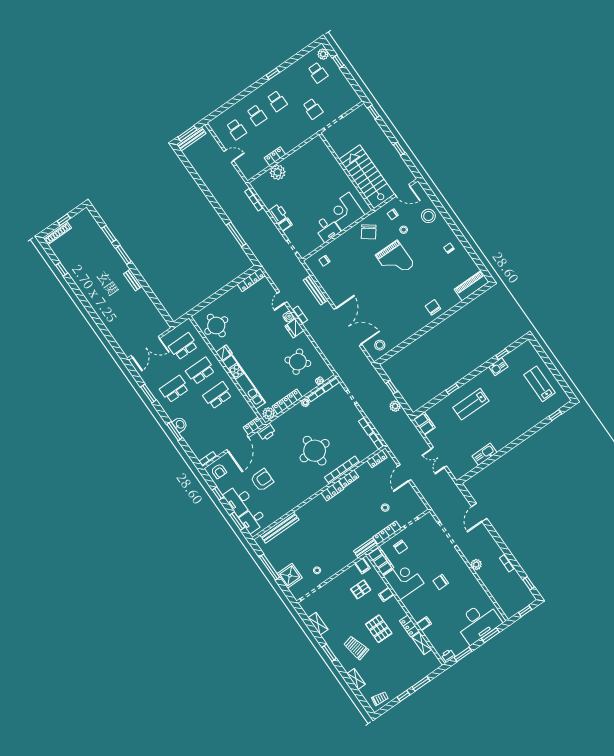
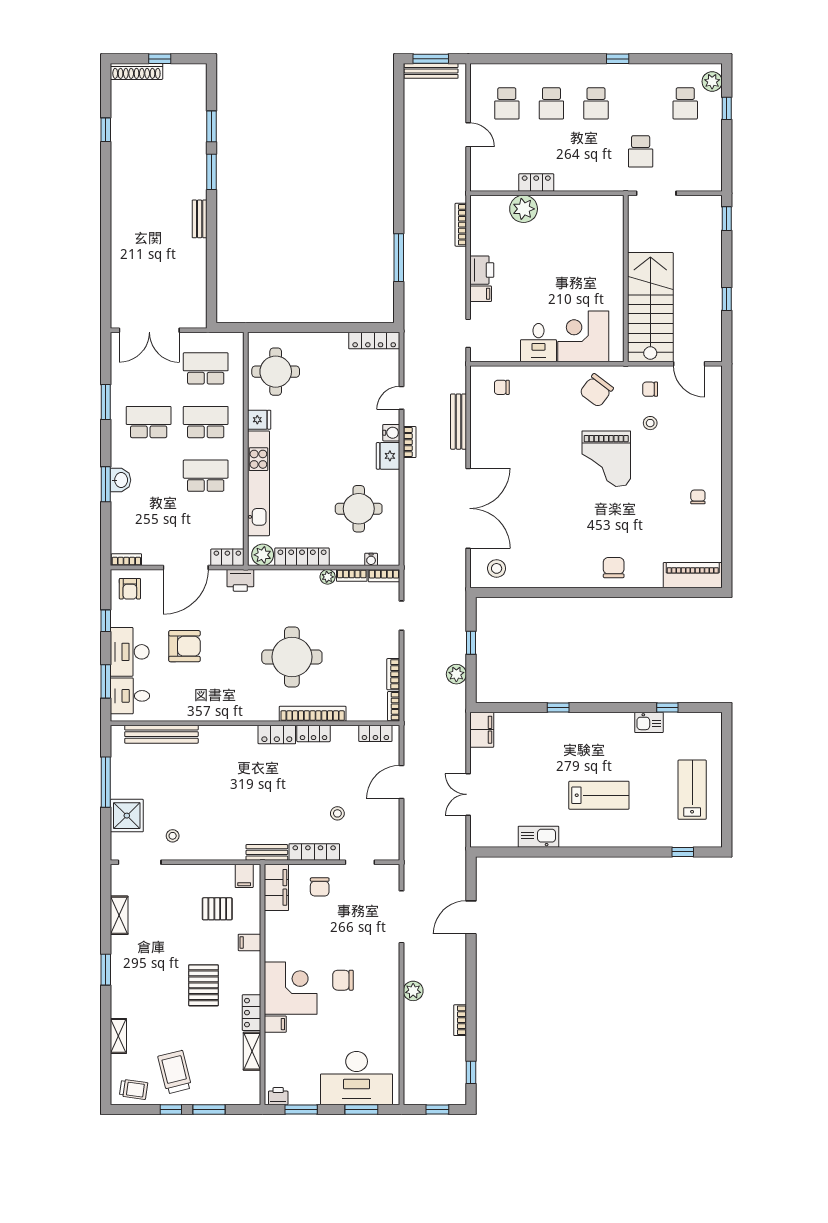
stool: (428, 216) -> (701, 428), removed
round table: (298, 362) -> (359, 509), turned 45
lab bench: (471, 404) -> (599, 795), moved, turned 180
corner desk: (404, 580) -> (291, 988), moved
trolley: (356, 648) -> (175, 1072), moved

